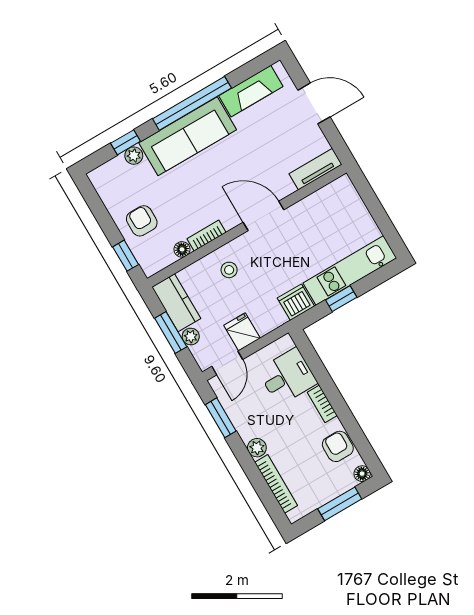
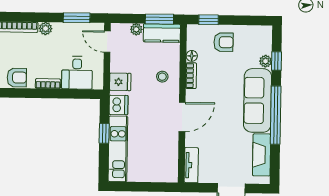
window: (171, 332) -> (159, 19), moved
fridge: (242, 332) -> (120, 82), moved

